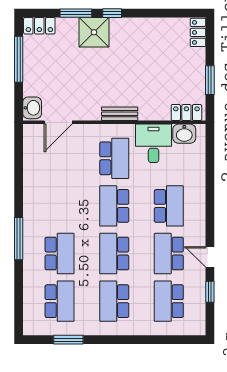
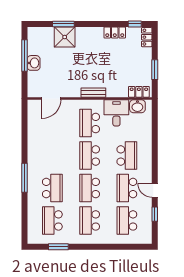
window: (112, 13) -> (135, 24), moved
locker: (39, 26) -> (115, 33), moved
shower: (94, 32) -> (65, 37), moved
washbasin: (32, 108) -> (34, 63), moved
school desk: (114, 158) -> (90, 123), turned 180
school desk: (60, 301) -> (52, 220), turned 180

